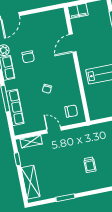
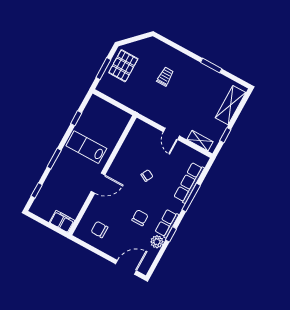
door: (73, 43) -> (98, 183), moved
chair: (71, 111) -> (99, 229), moved

